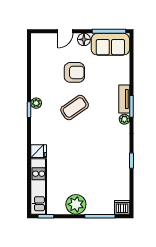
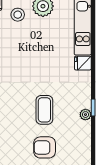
coffee table: (75, 108) -> (44, 110), turned -55
stool: (99, 196) -> (18, 15), added

